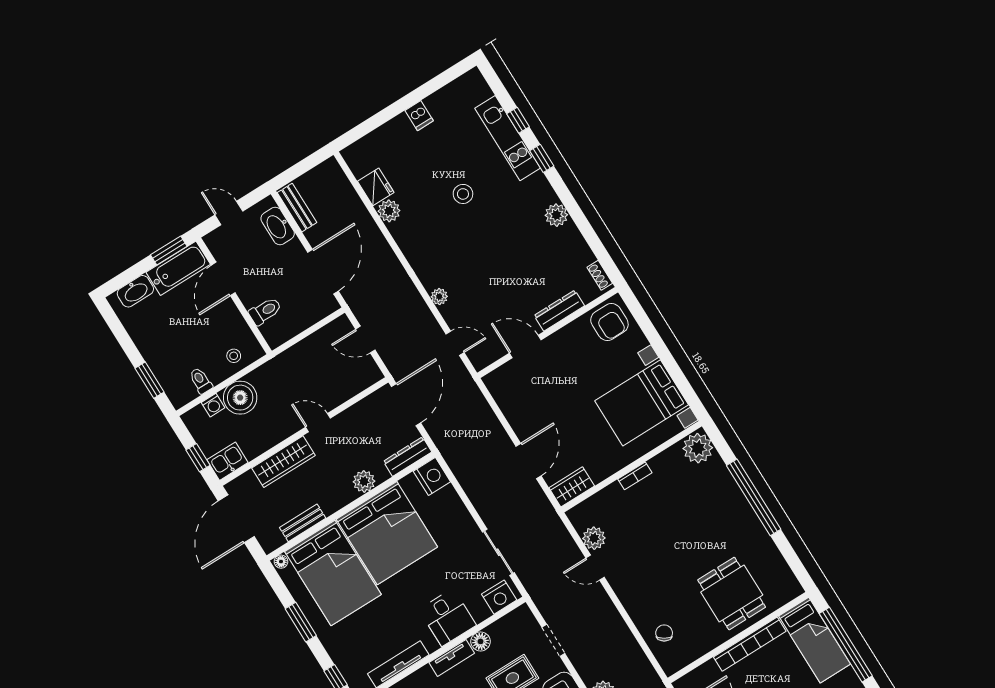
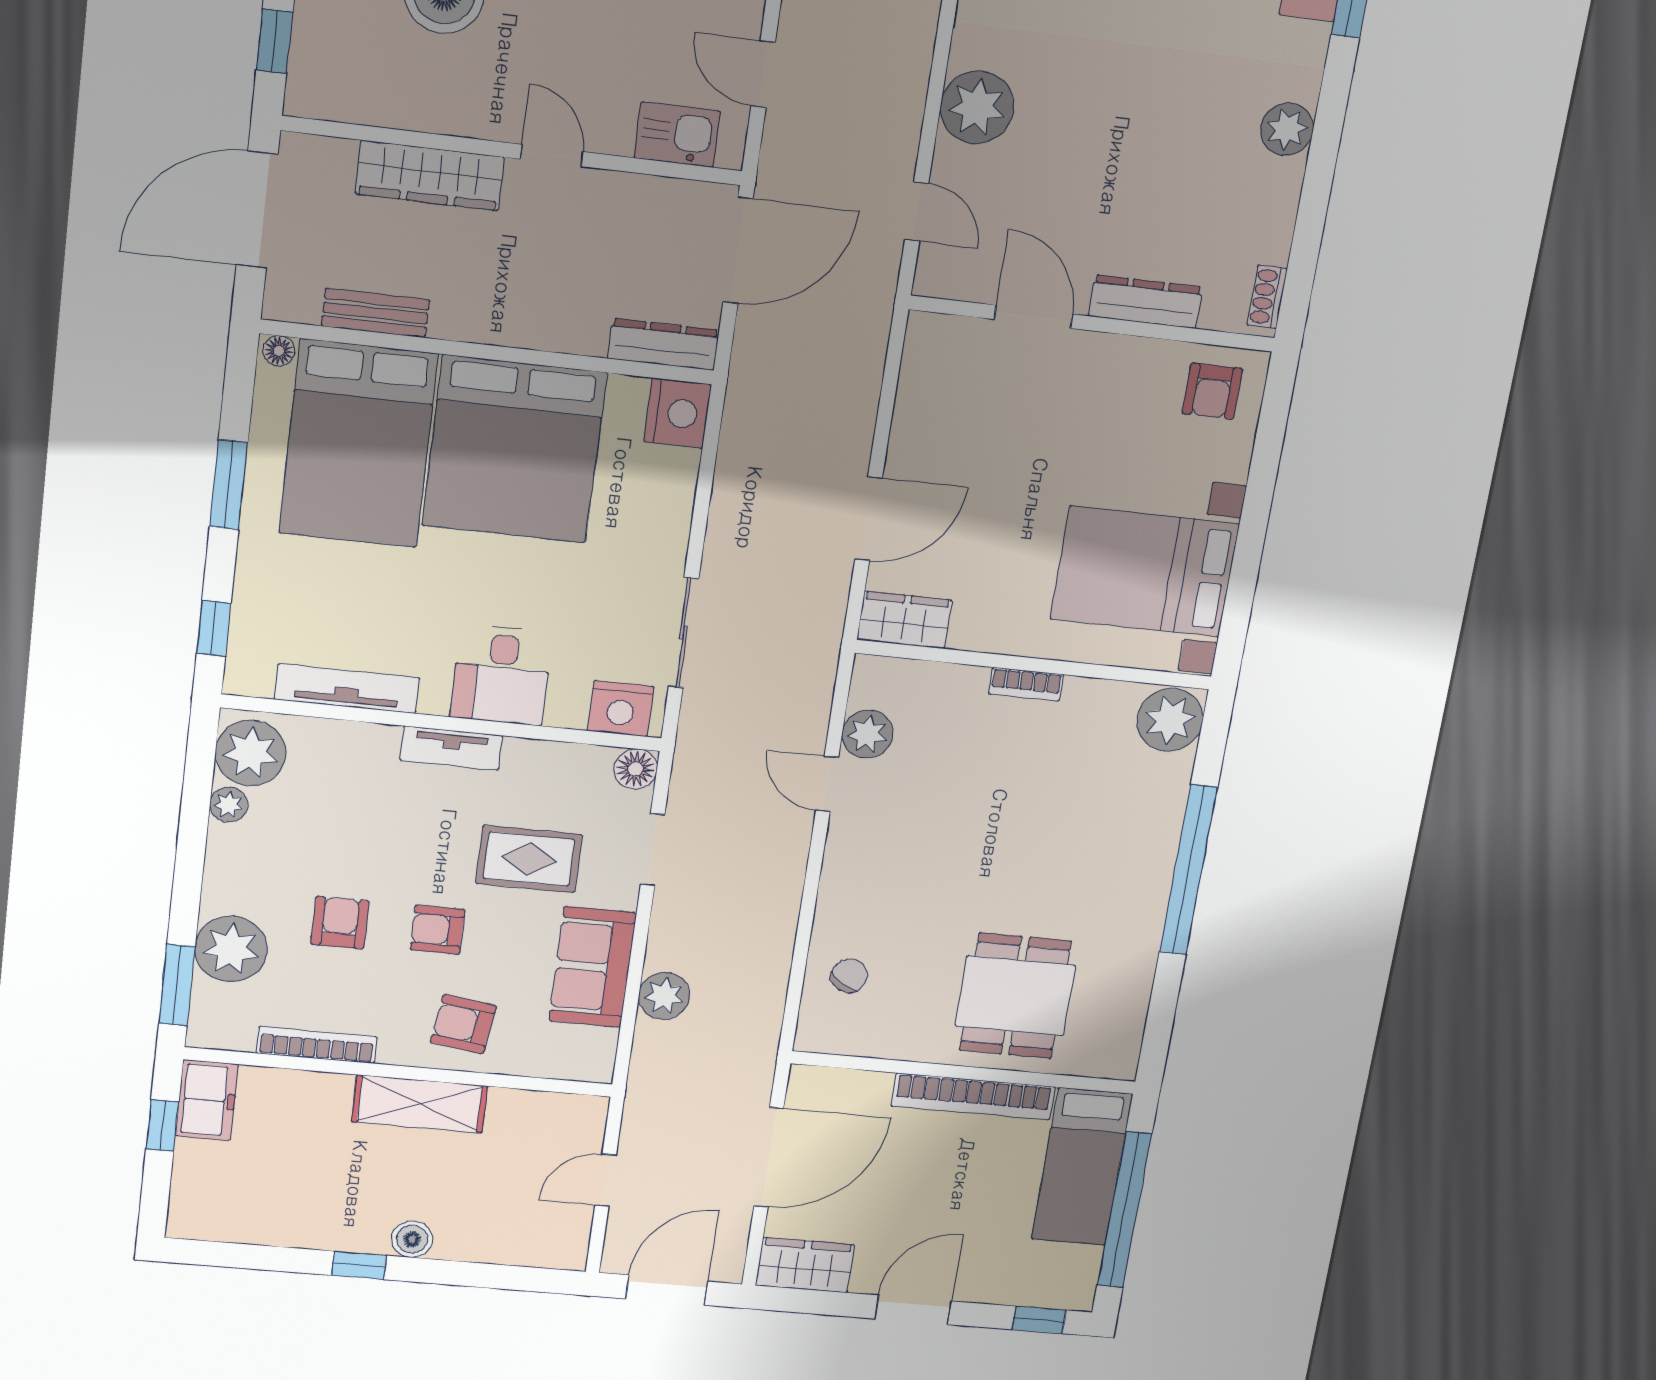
plant: (439, 297) -> (977, 107), width x1.87, depth x1.87
armchair: (609, 322) -> (1212, 391), width x0.72, depth x0.72
kitchen sink: (227, 461) -> (677, 135), moved
plant: (364, 481) -> (548, 327), removed
floor lamp: (481, 641) -> (636, 769), moved

